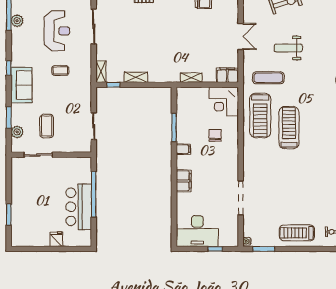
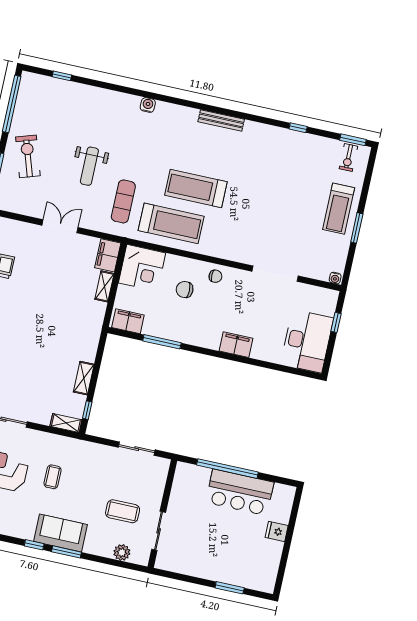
shelving: (191, 78) -> (104, 286), moved
window: (9, 117) -> (66, 552), moved
filing cabinet: (183, 149) -> (128, 321), moved, width x2.00
chair: (229, 155) -> (215, 276), added
window: (264, 249) -> (357, 228), moved

